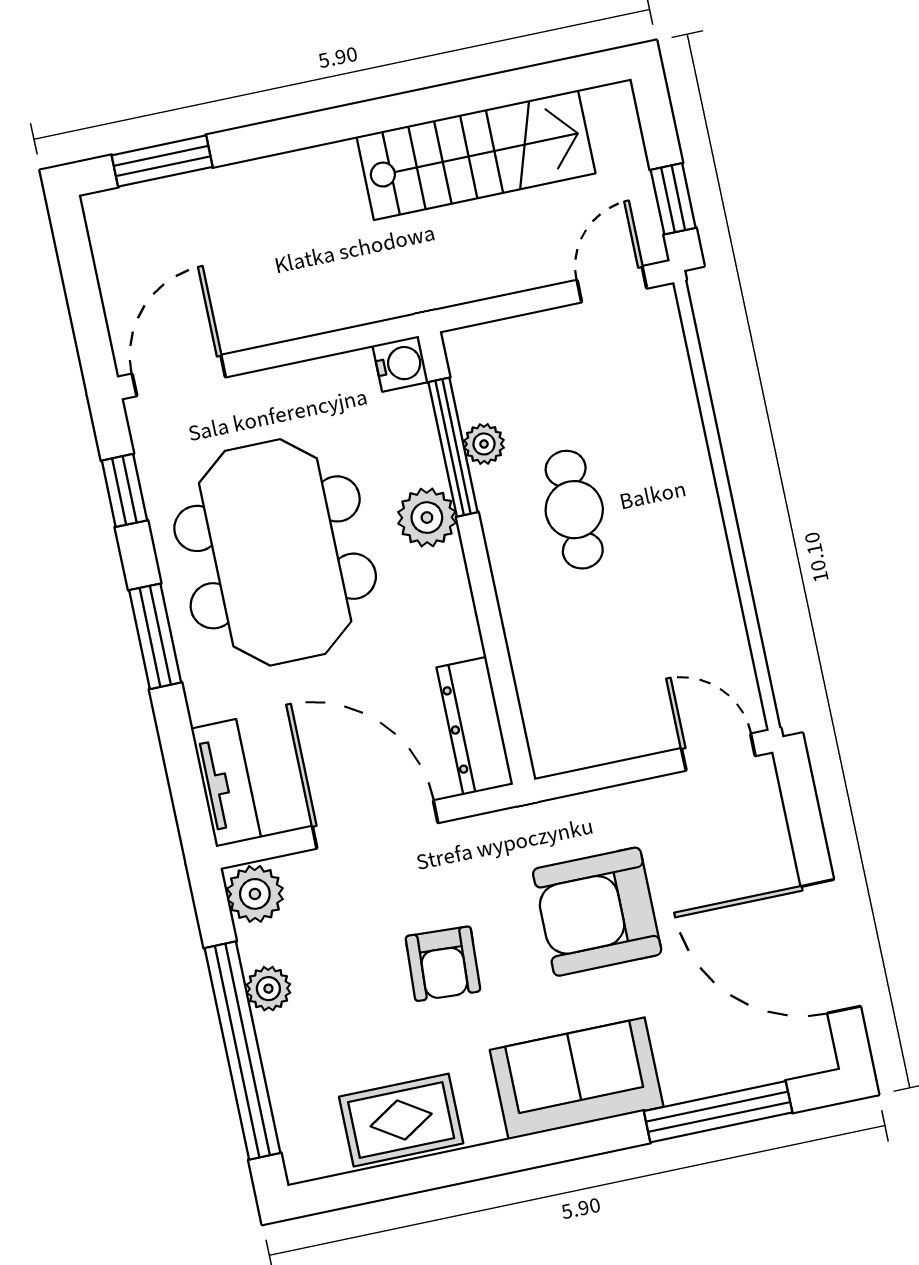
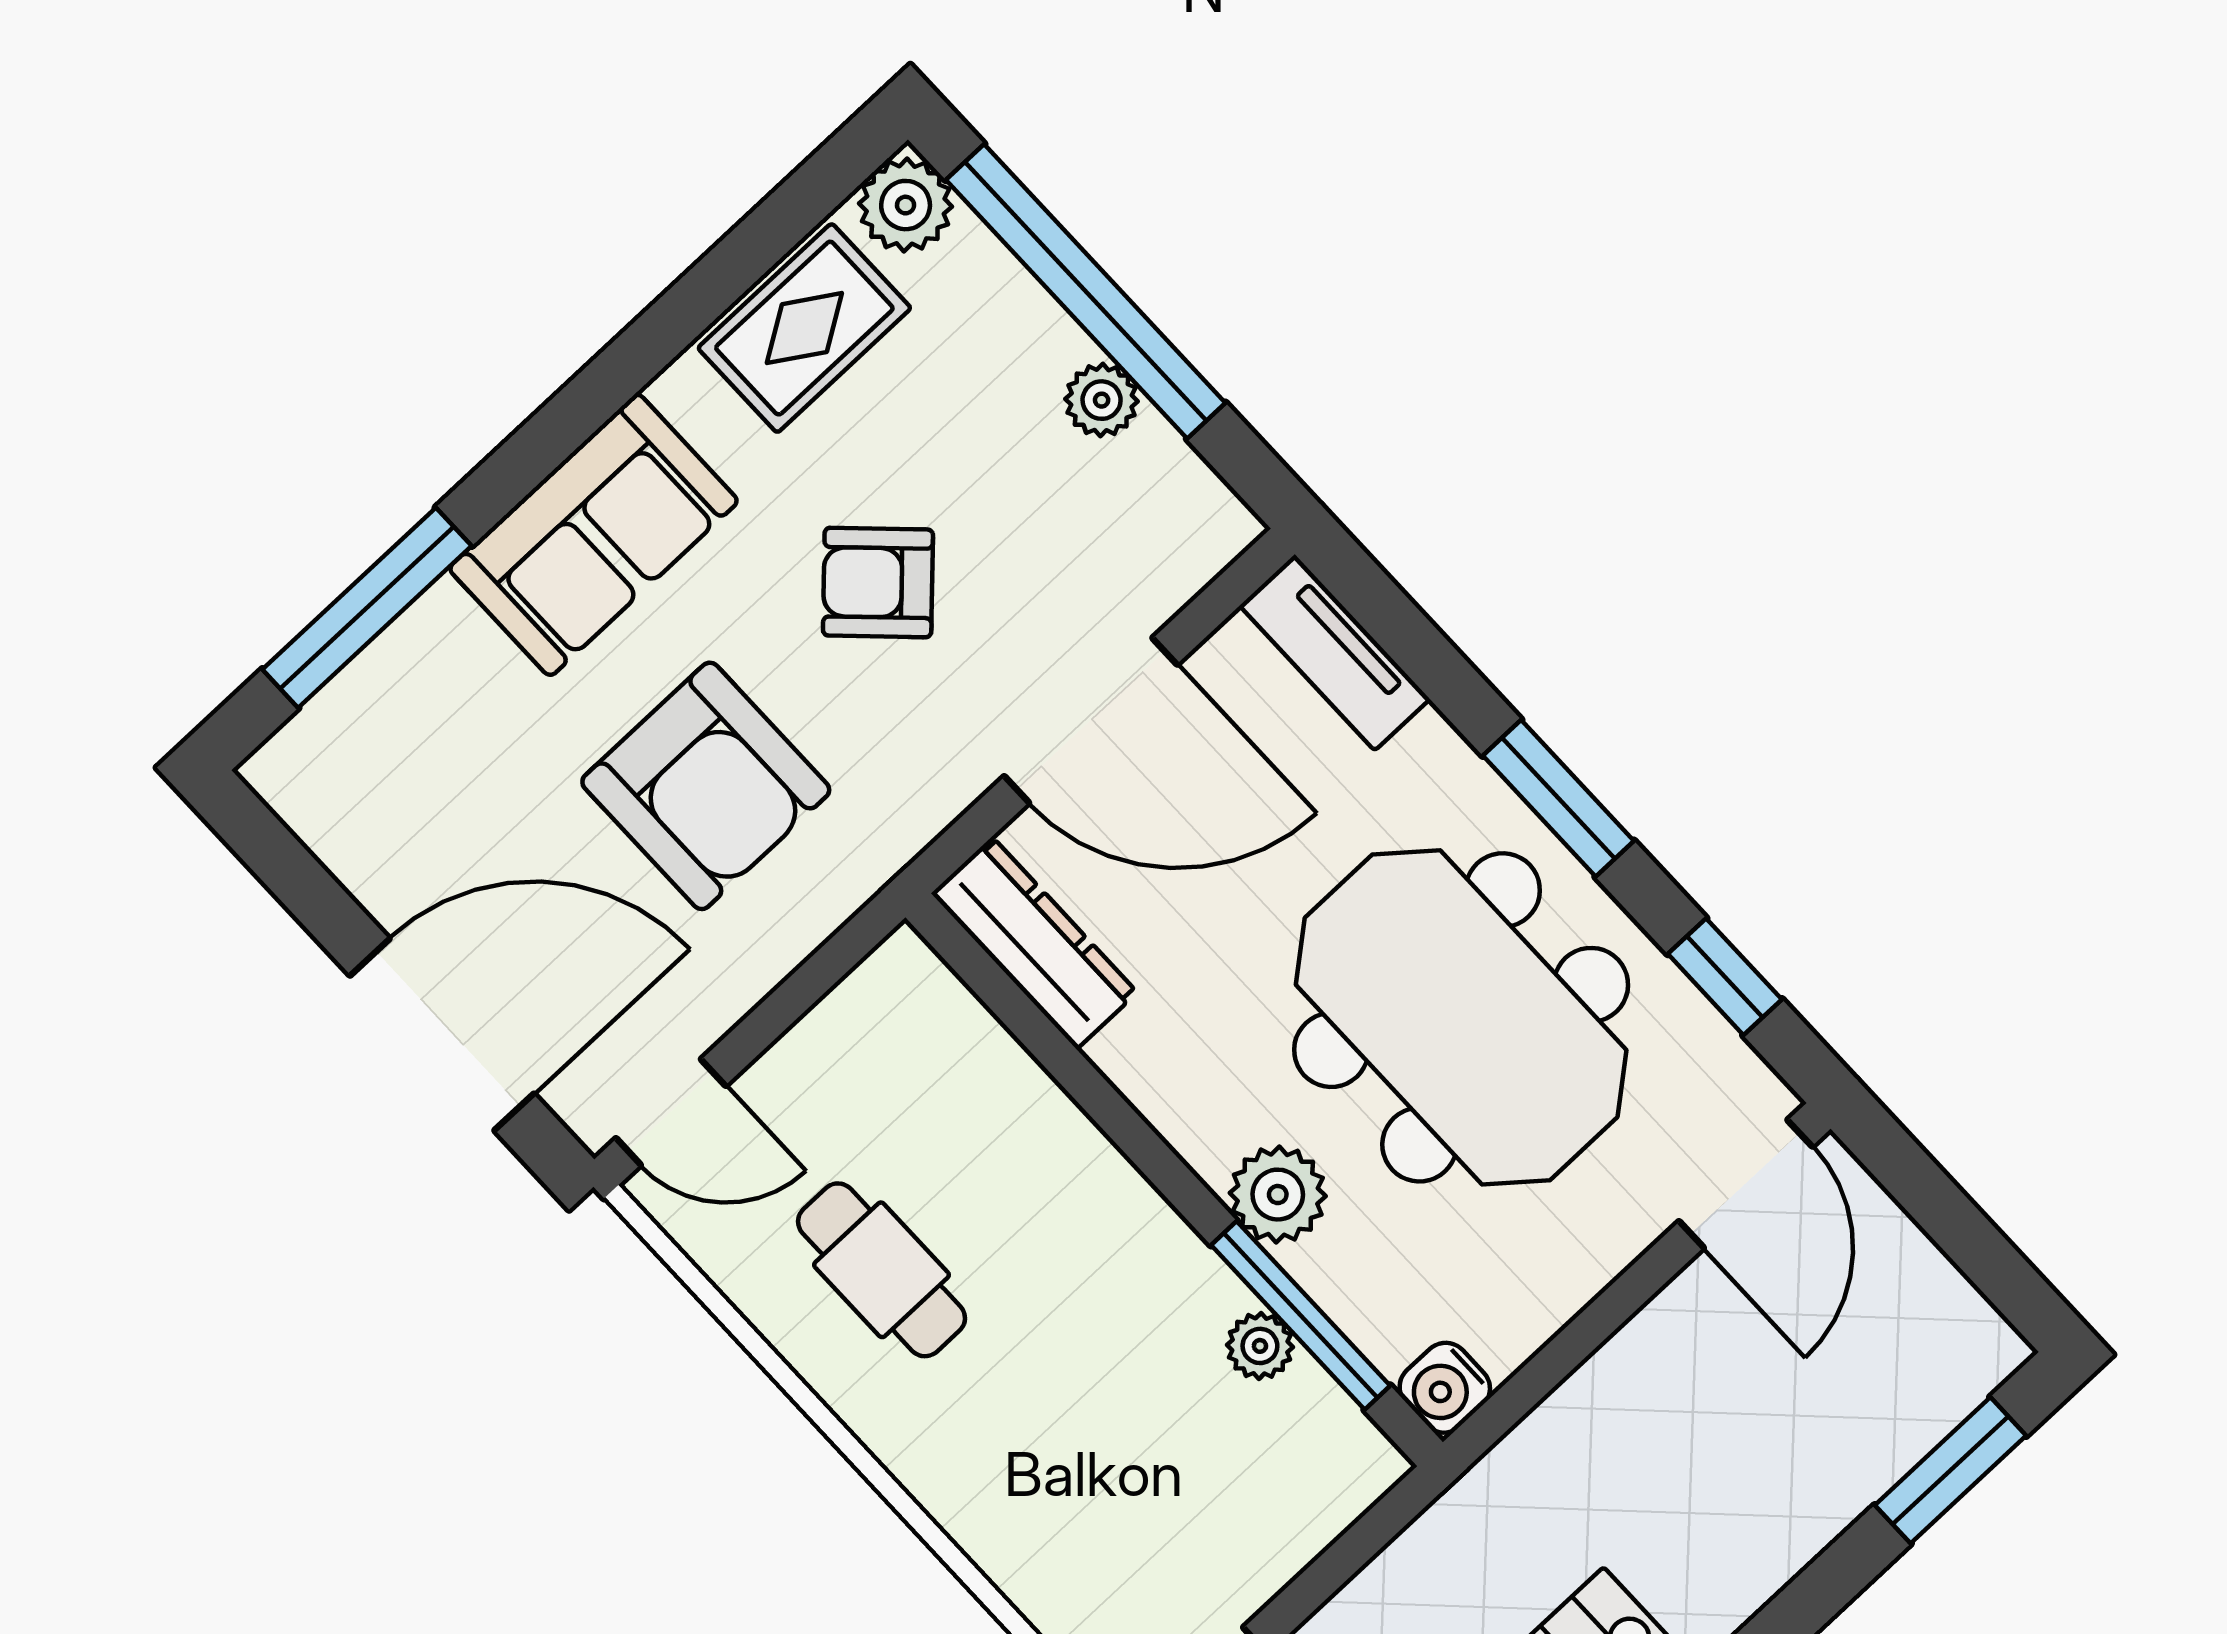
cafe table: (574, 510) -> (882, 1270), moved
plant: (255, 894) -> (906, 205), moved
armchair: (597, 912) -> (706, 786), turned 90
door: (831, 946) -> (442, 1035), moved
armchair: (443, 964) -> (878, 583), turned -49

